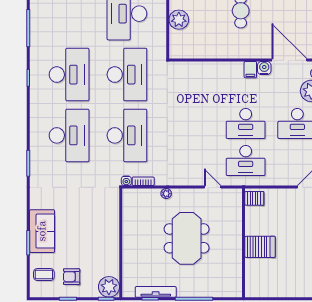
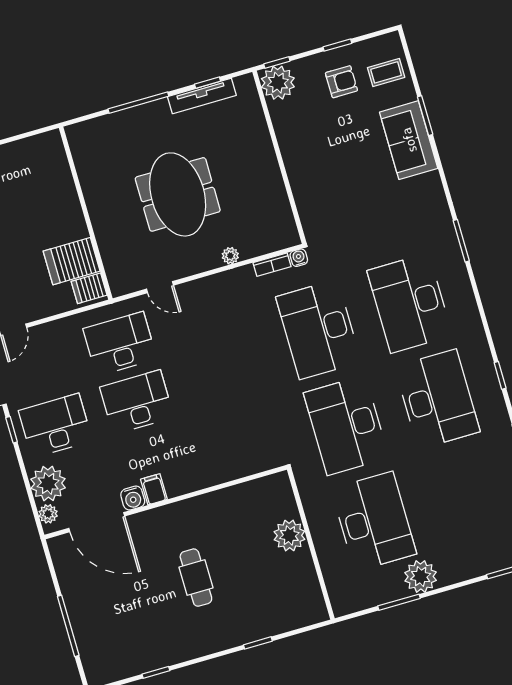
desk: (69, 75) -> (437, 399), turned 180
server rack: (260, 247) -> (72, 261), moved

